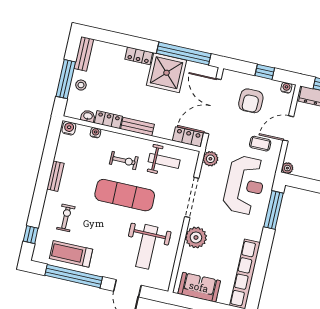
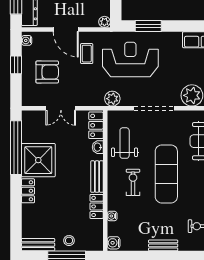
double door: (212, 106) -> (61, 108), width x0.54
washbasin: (88, 116) -> (98, 147), moved
window: (274, 210) -> (148, 26), width x0.69

